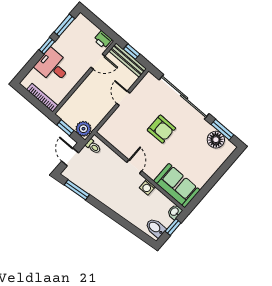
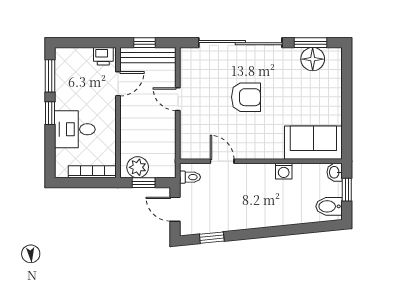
plant: (83, 129) -> (138, 167), moved
door: (134, 167) -> (222, 161), moved
window: (77, 190) -> (212, 238), width x0.67

